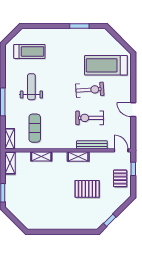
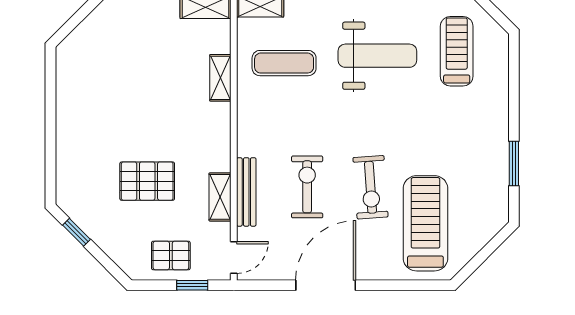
treadmill: (29, 51) -> (457, 51), turned 180
weight bench: (31, 87) -> (377, 56), width x1.36, depth x1.33
door: (133, 110) -> (326, 285), width x1.88
shelving: (78, 157) -> (220, 197), moved
pallet: (87, 189) -> (147, 181), turned 90

